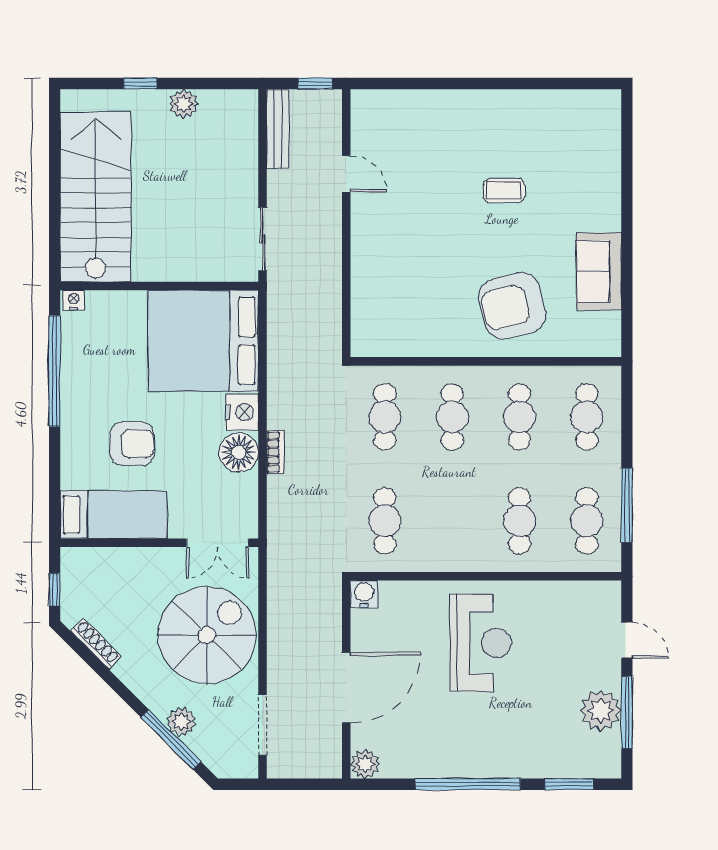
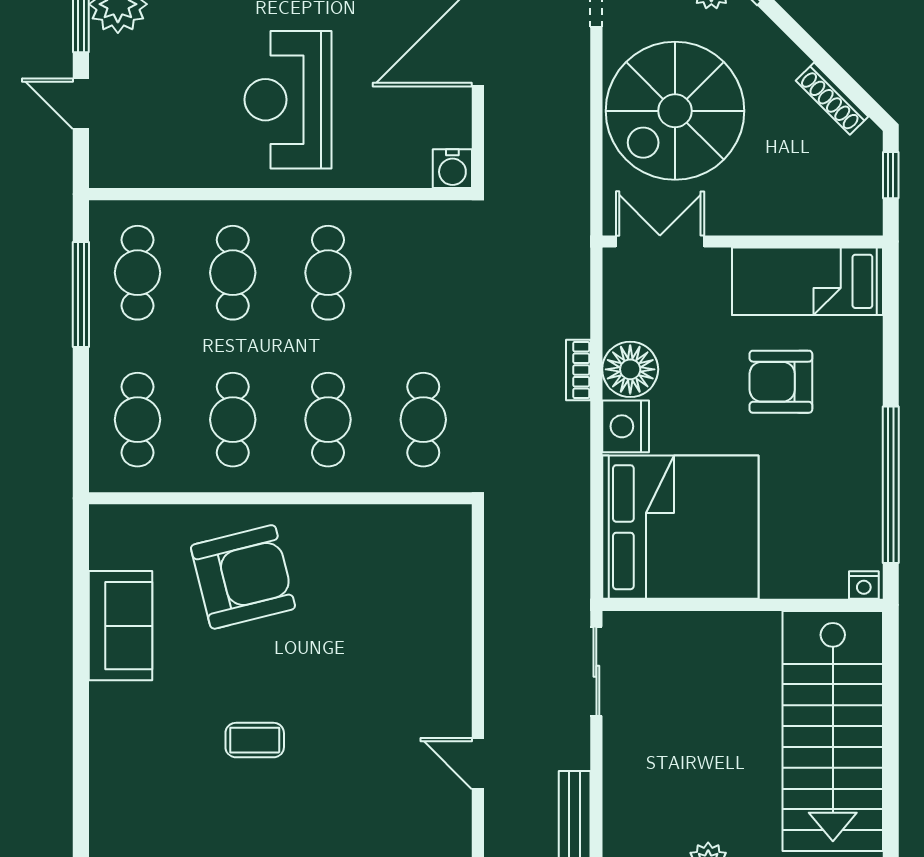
cafe table: (385, 521) -> (328, 273), moved

